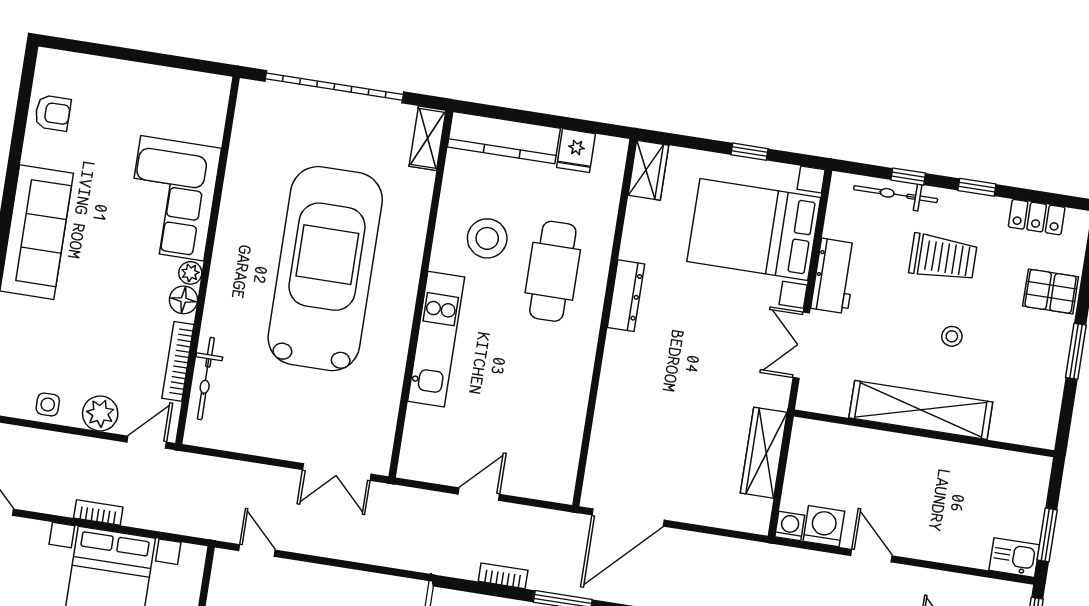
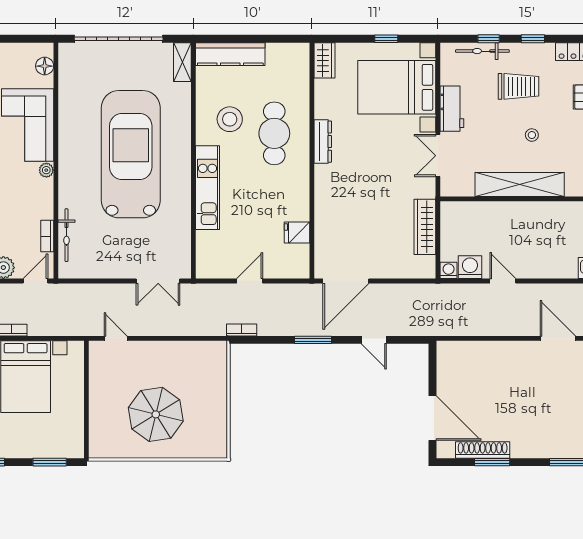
fridge: (576, 151) -> (297, 232), moved, turned 90
floor lamp: (183, 300) -> (45, 66), moved
bookcase: (178, 361) -> (47, 236), width x0.64
bookcase: (503, 576) -> (242, 330), moved

